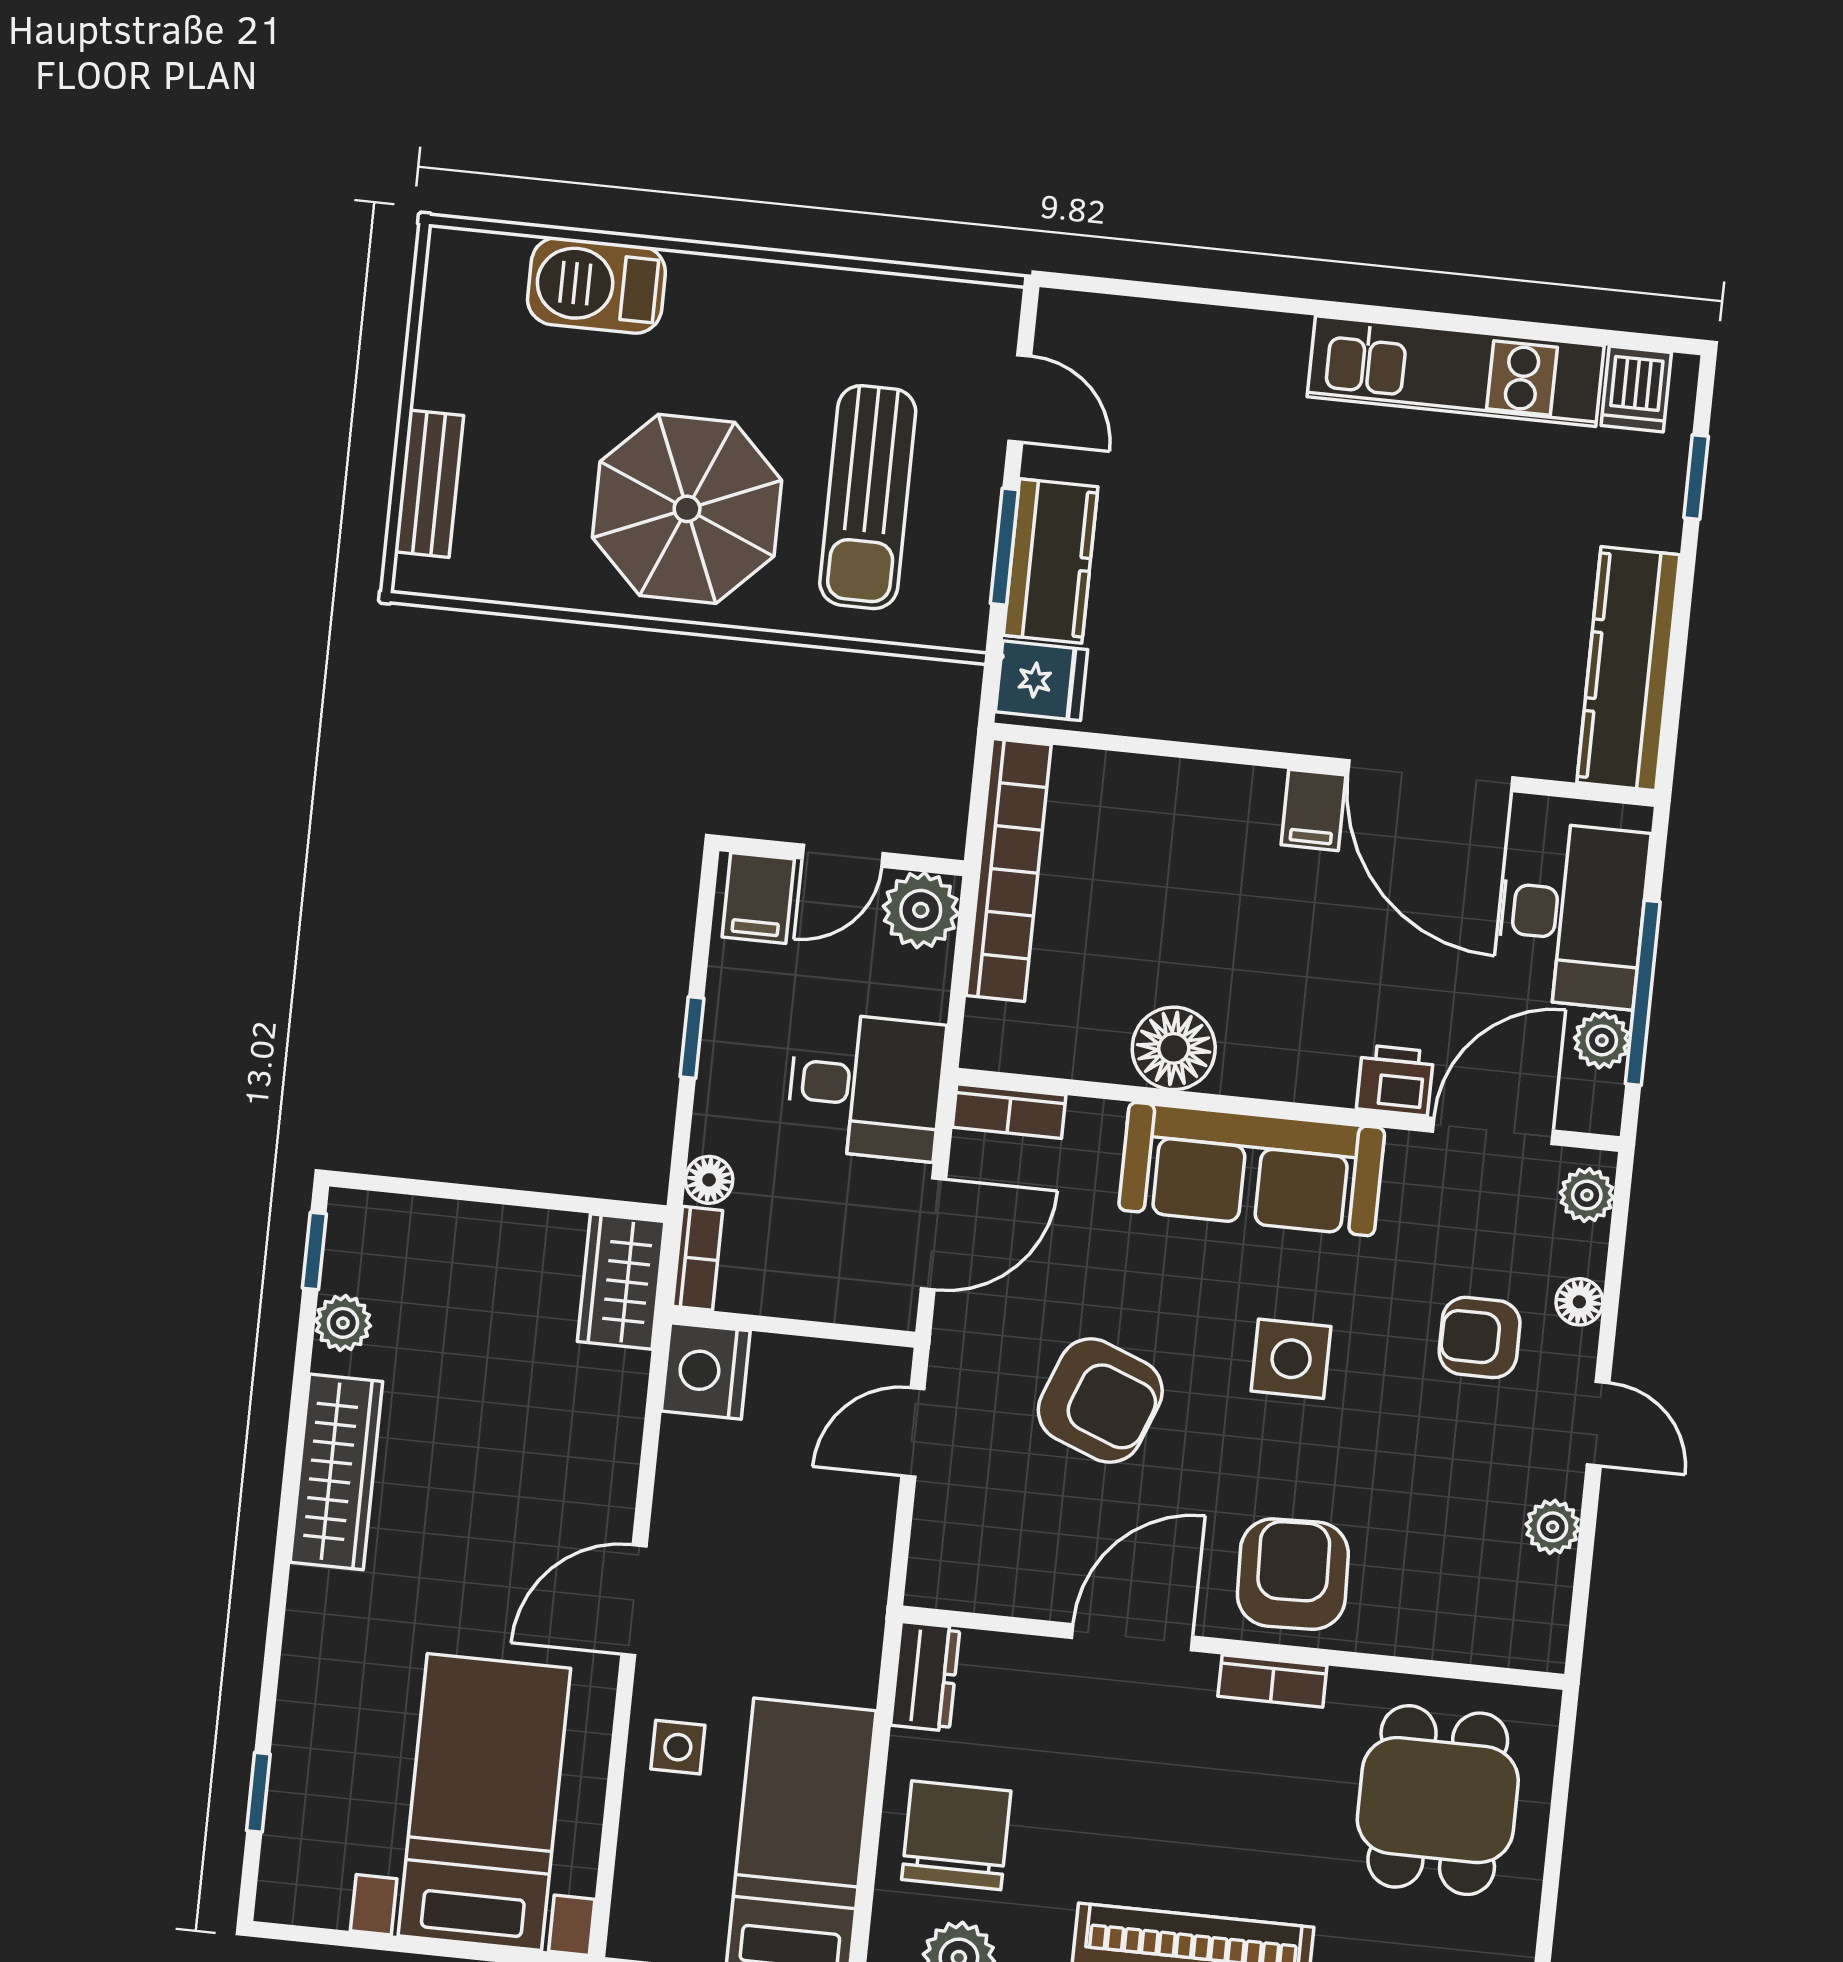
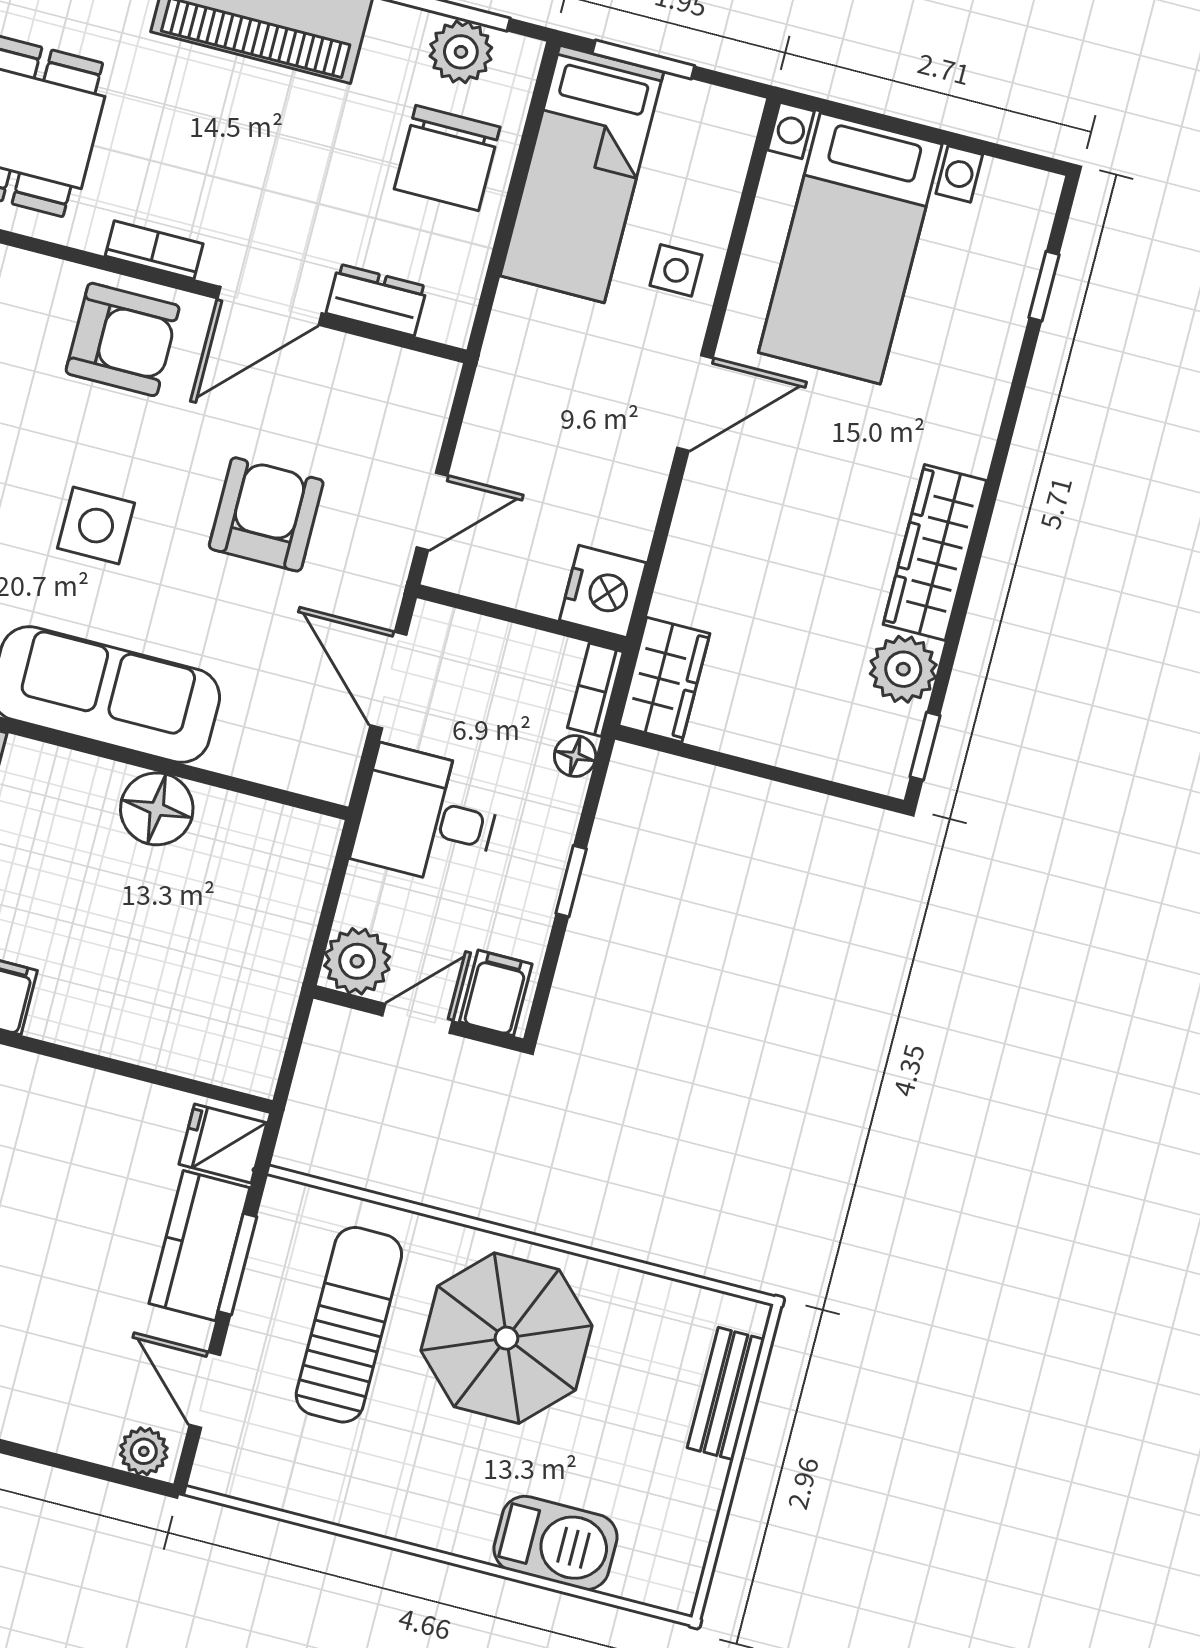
plant: (1078, 319) -> (144, 1451), added
bookcase: (1009, 870) -> (276, 984), removed
bookcase: (1009, 1111) -> (307, 776), removed
door: (933, 1234) -> (388, 680), hinge flipped
plant: (343, 1323) -> (903, 669), width x1.38, depth x1.38
armchair: (1100, 1401) -> (266, 514), turned 69
armchair: (1293, 1574) -> (123, 339), turned -88
dresser: (925, 1676) -> (377, 300), moved, turned 90

